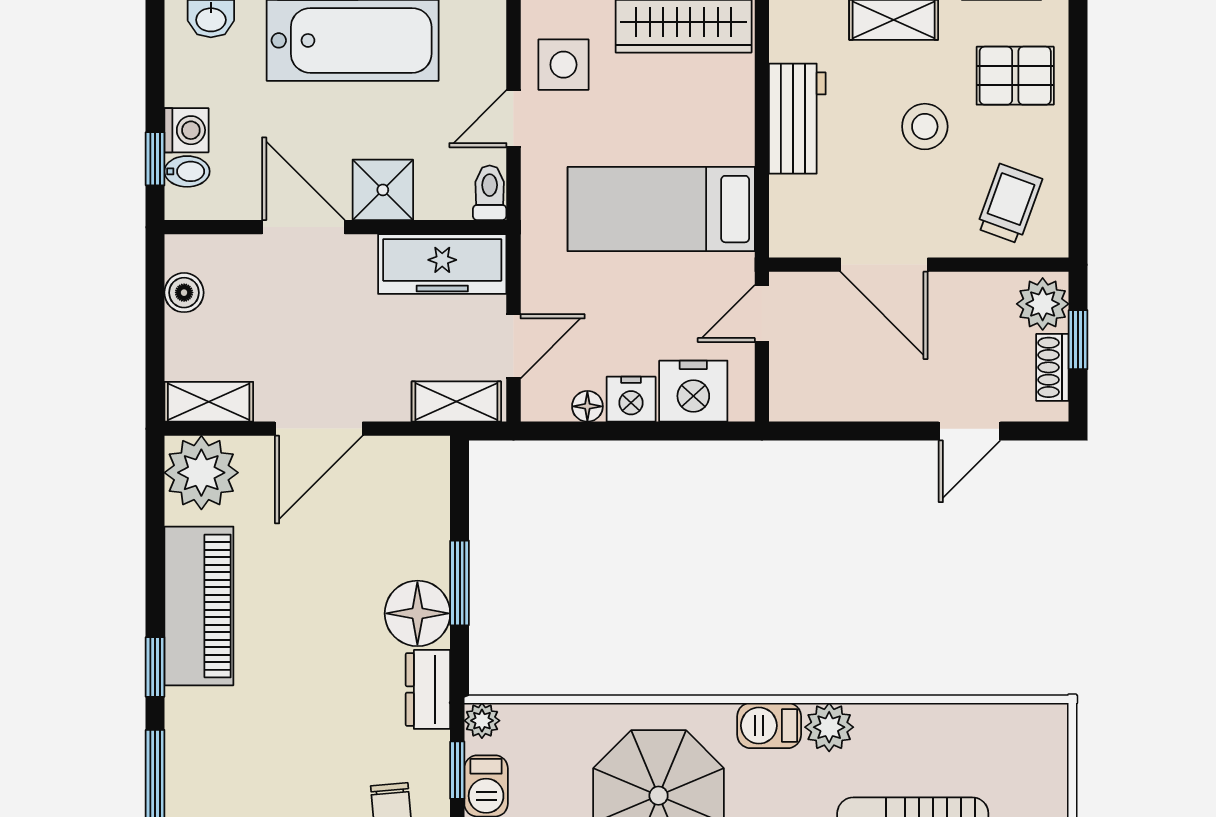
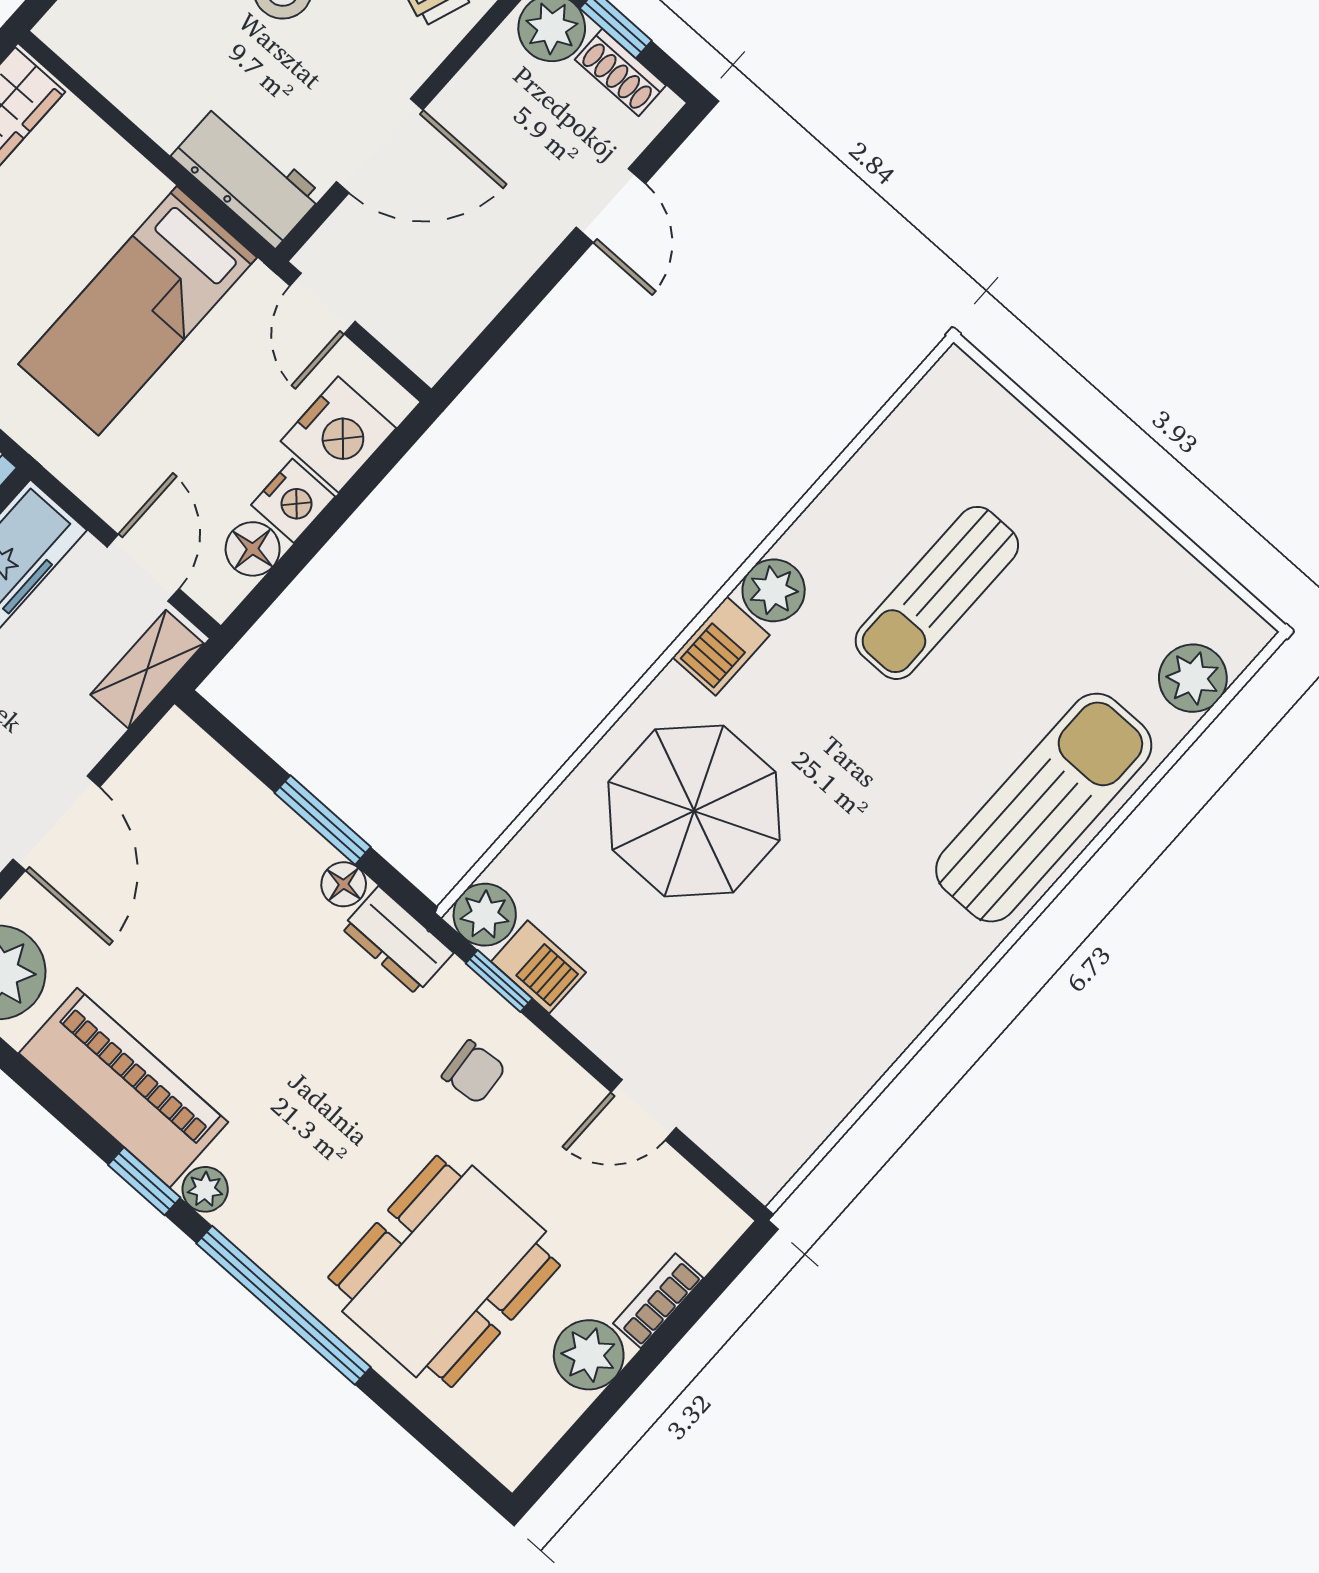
workbench: (797, 119) -> (247, 176), moved
floor lamp: (587, 406) -> (253, 549), width x1.37, depth x1.37
floor lamp: (417, 613) -> (344, 884), width x0.53, depth x0.53
plant: (182, 707) -> (205, 1189), added
plant: (482, 721) -> (485, 915), width x1.38, depth x1.38

